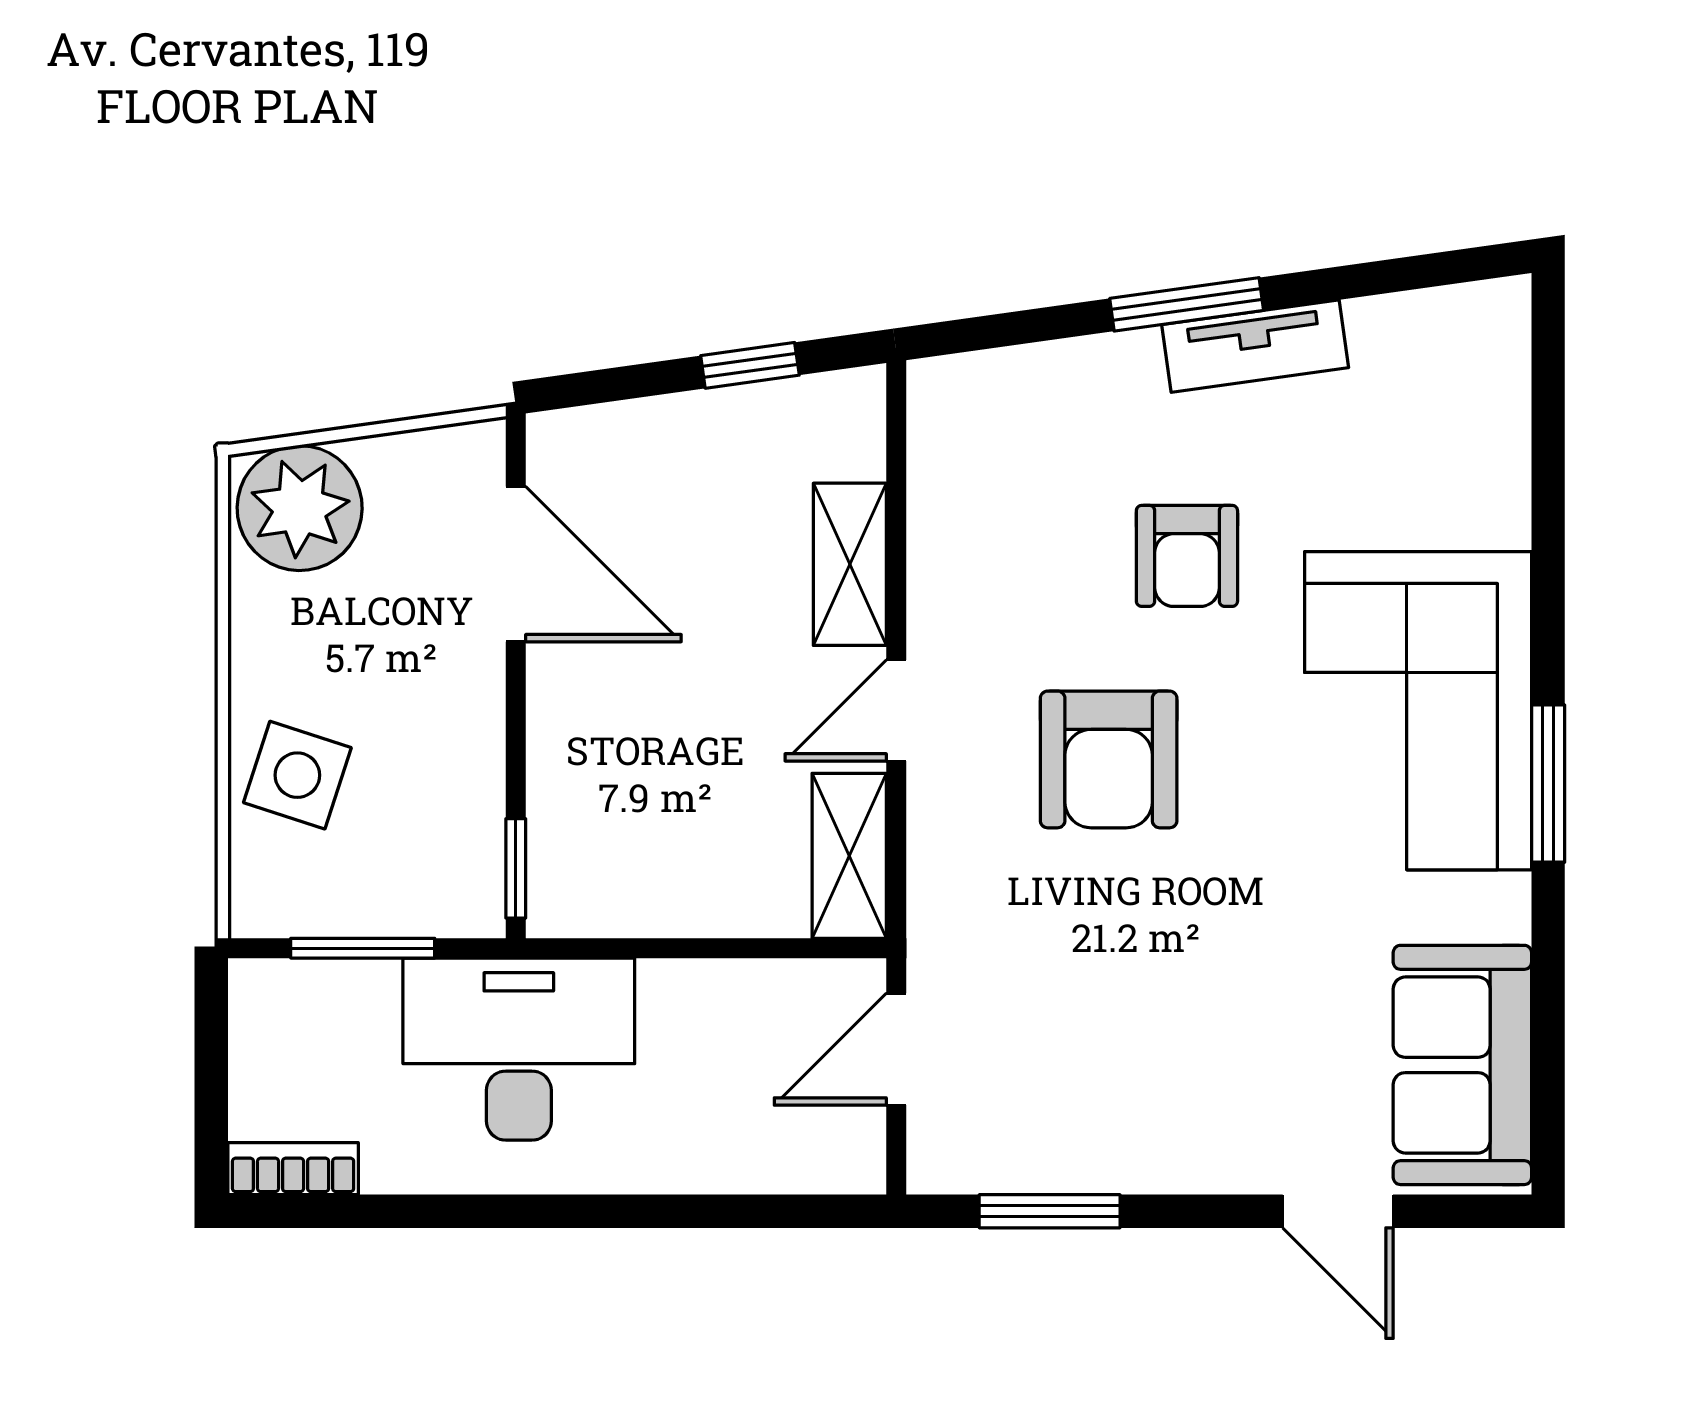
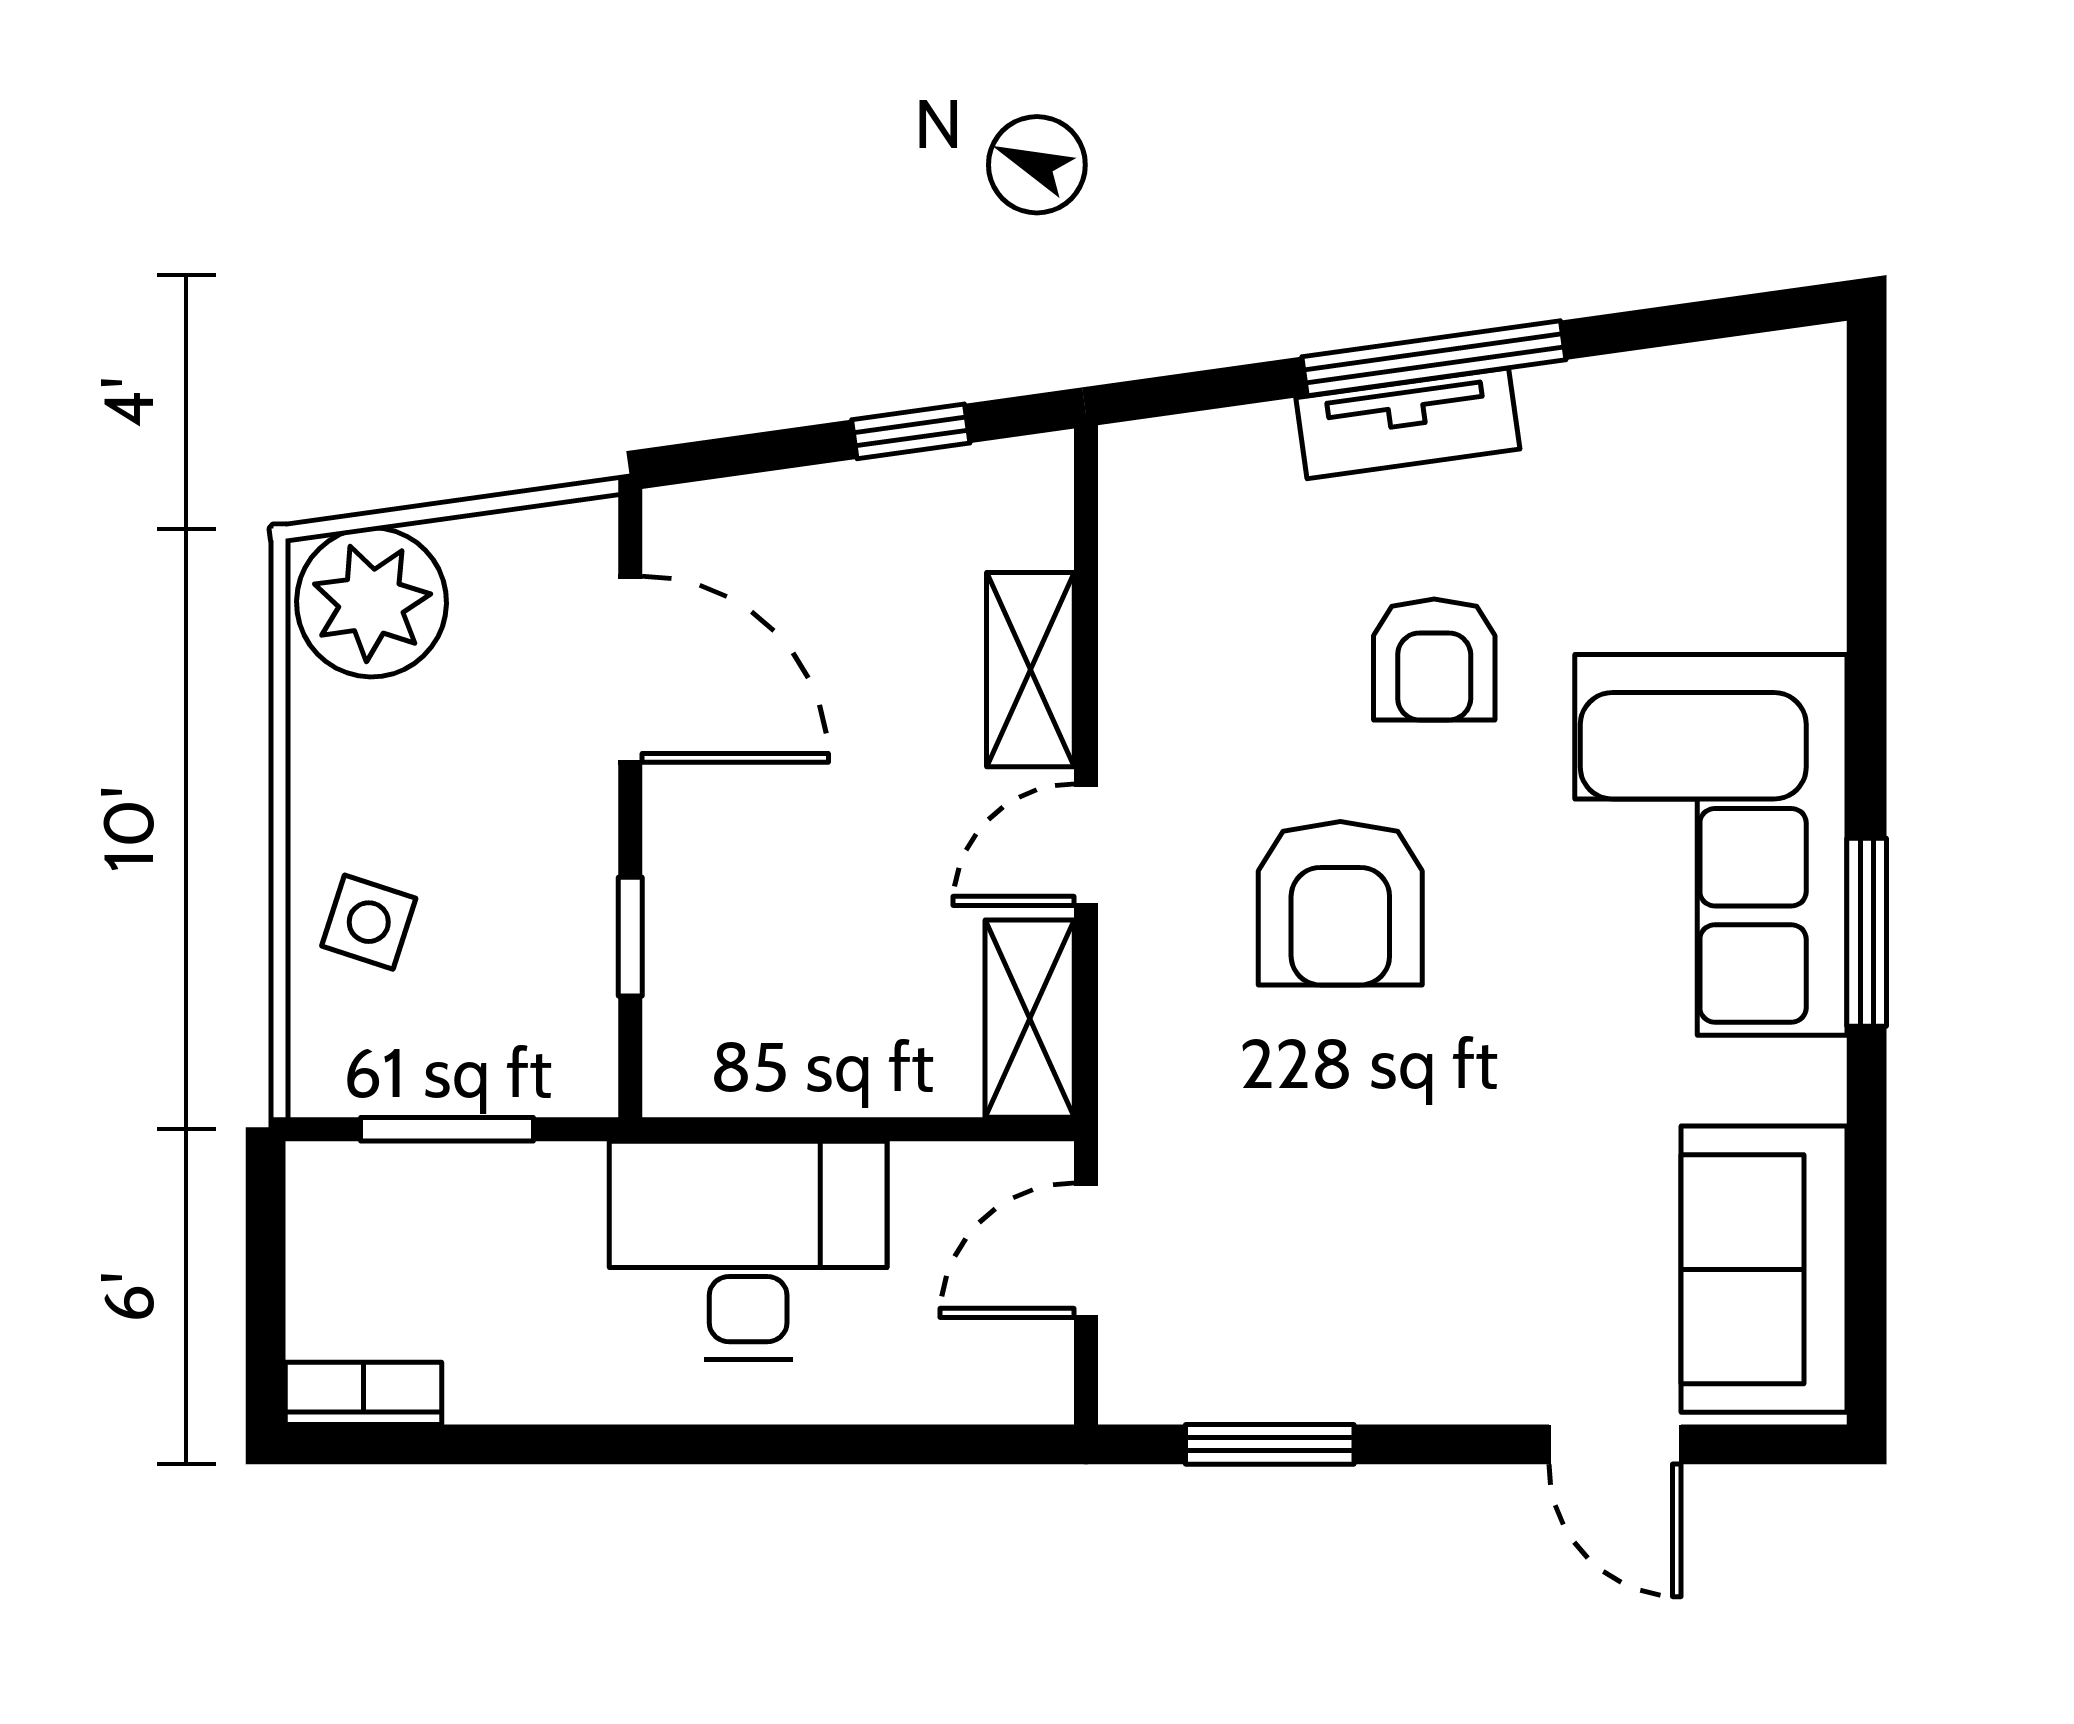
window: (1187, 304) -> (1434, 358), width x1.44
tv unit: (1255, 346) -> (1408, 423), moved
side table: (297, 775) -> (369, 922), width x0.73, depth x0.73
window: (516, 868) -> (630, 937), moved
desk: (519, 1049) -> (748, 1250), moved

